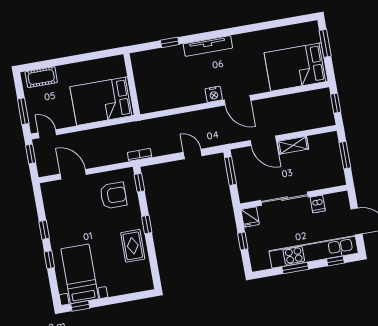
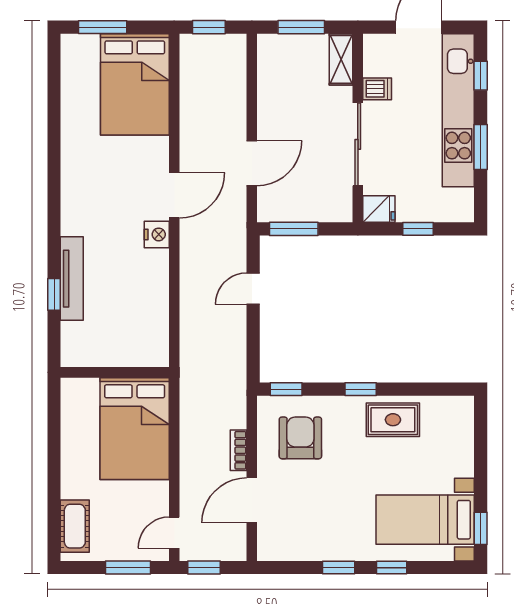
tv unit: (208, 46) -> (72, 279), moved
shelving: (293, 145) -> (341, 59), moved
bookcase: (140, 155) -> (238, 450), moved

